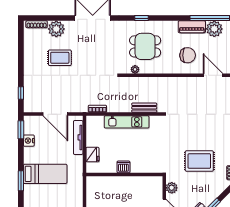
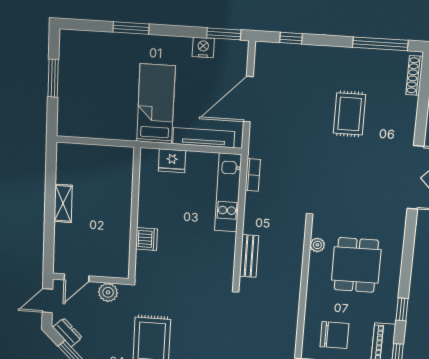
window: (141, 18) -> (402, 309), moved
plant: (56, 29) -> (402, 111), removed
window: (21, 44) -> (380, 44), added
chair: (188, 55) -> (334, 335), turned -90
kitchen unit: (127, 122) -> (228, 193), moved
dishwasher: (123, 167) -> (146, 239), moved
bed: (45, 174) -> (156, 104), moved, turned 180

